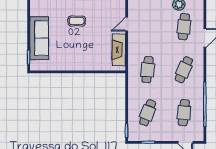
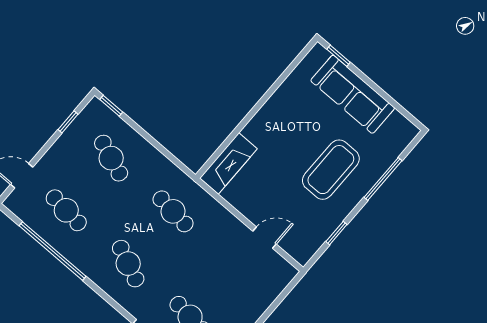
coffee table: (77, 21) -> (331, 170), width x1.86, depth x1.72
door: (127, 24) -> (265, 238), hinge flipped
fireplace: (119, 50) -> (228, 163), moved, turned 90

